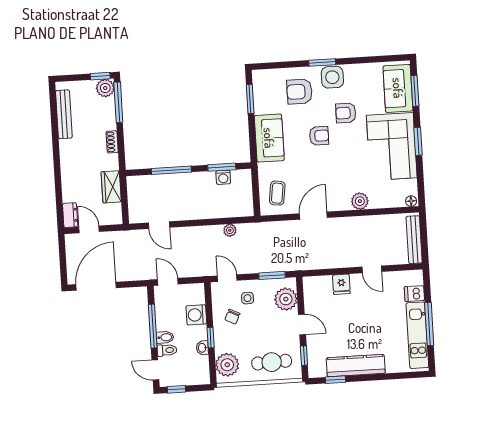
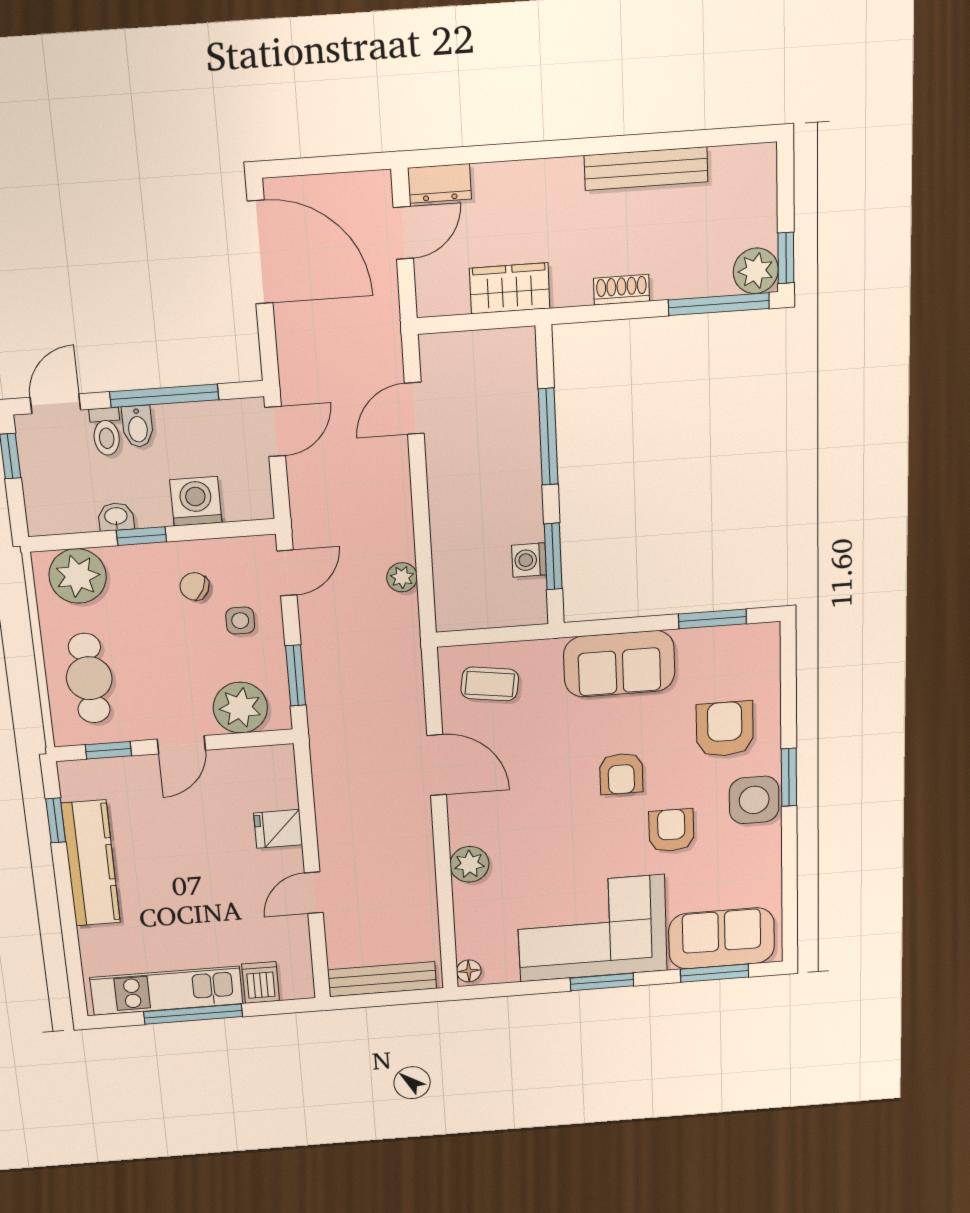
bench: (64, 114) -> (646, 169), moved

